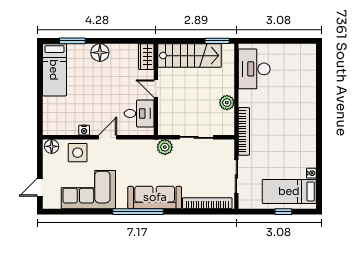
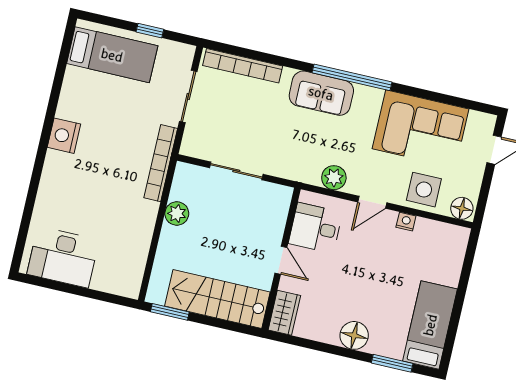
desk: (254, 69) -> (63, 257), moved, turned 90
plant: (165, 147) -> (334, 178), moved
nightstand: (311, 173) -> (64, 136), moved, width x1.89, depth x1.79
sofa: (155, 197) -> (321, 93), width x0.73
window: (283, 212) -> (150, 31), moved

